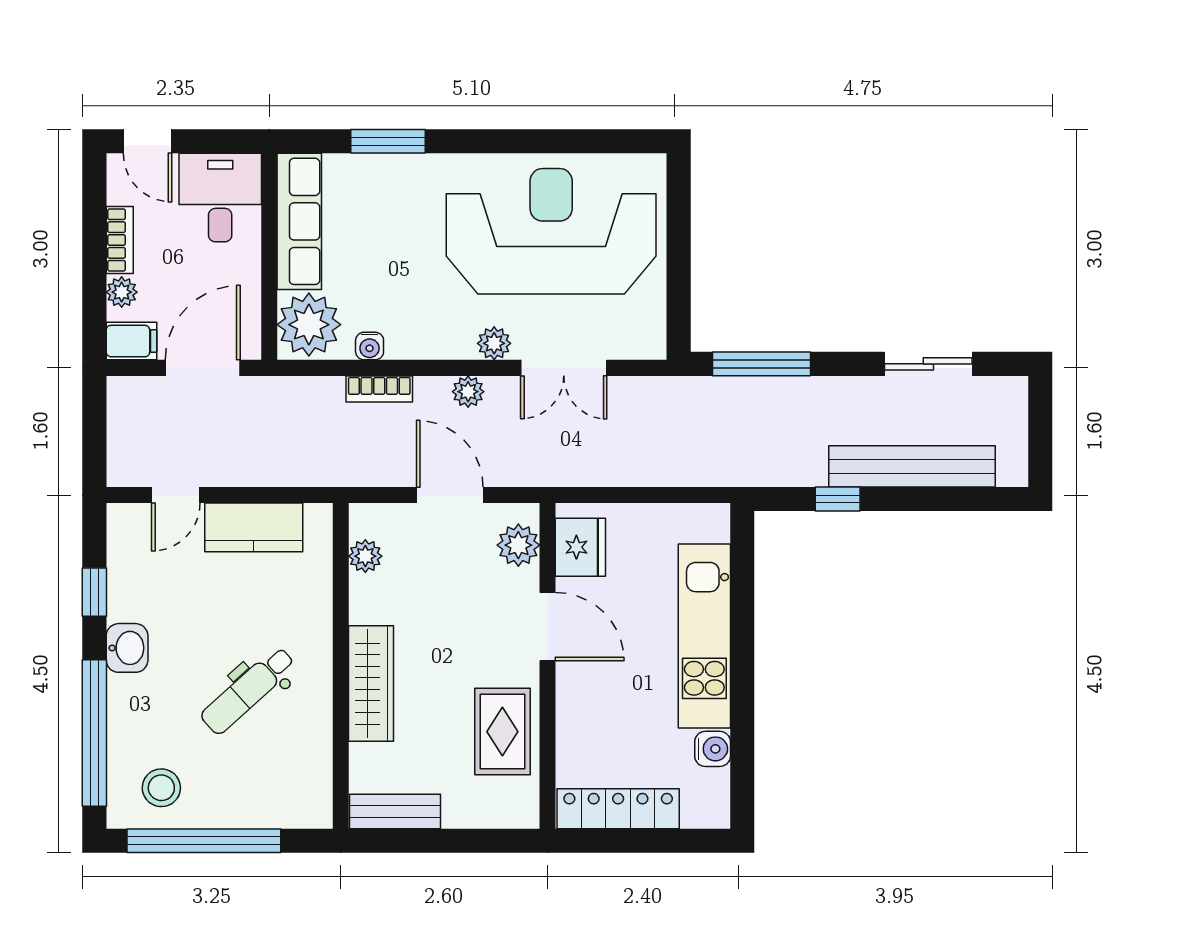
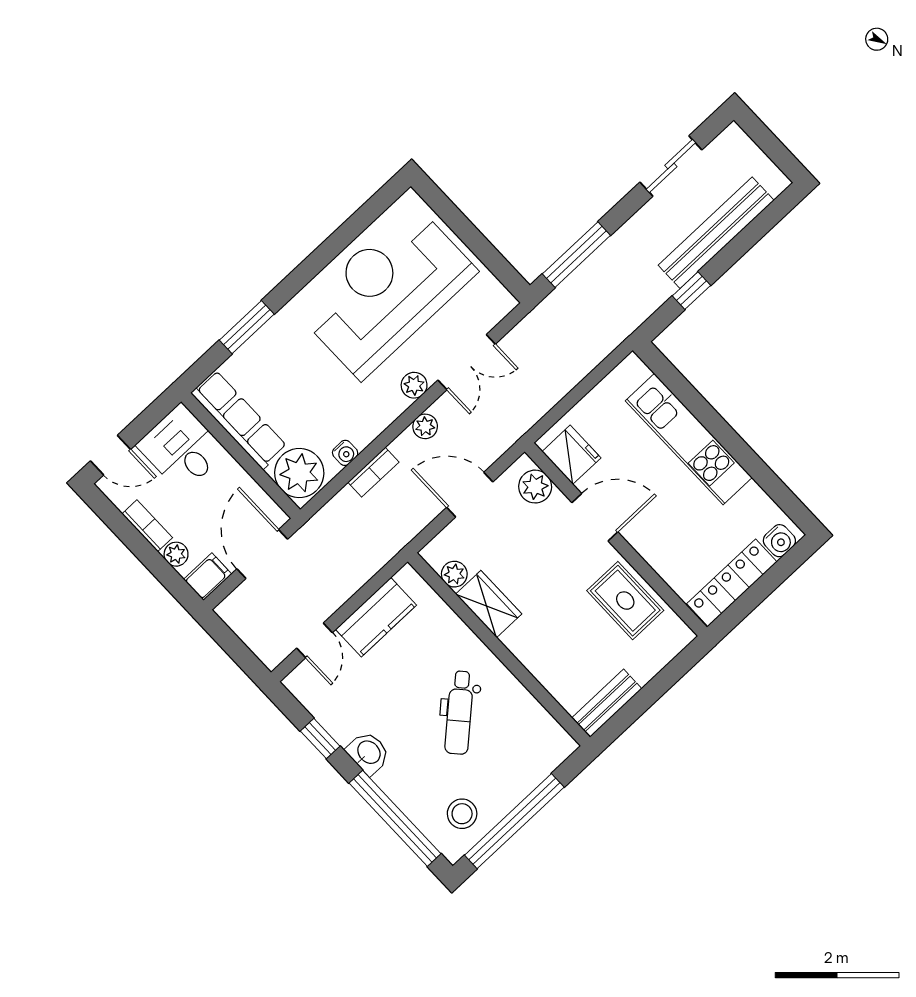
wardrobe: (371, 684) -> (489, 604), moved, width x0.67
water cooler: (713, 749) -> (779, 541), moved, turned 90

